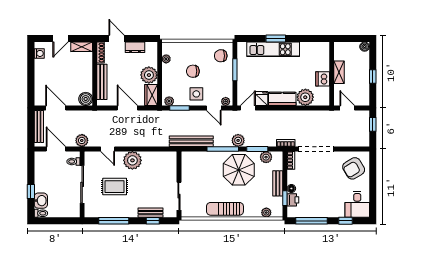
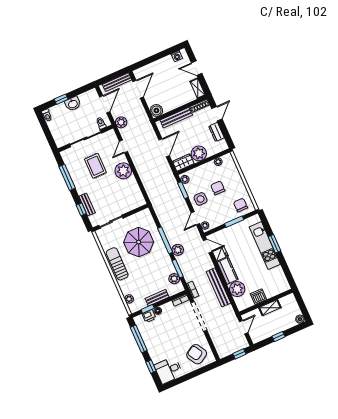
bench: (191, 141) -> (218, 287), moved
parasol: (239, 170) -> (139, 242), moved
washbasin: (41, 201) -> (73, 104), moved

